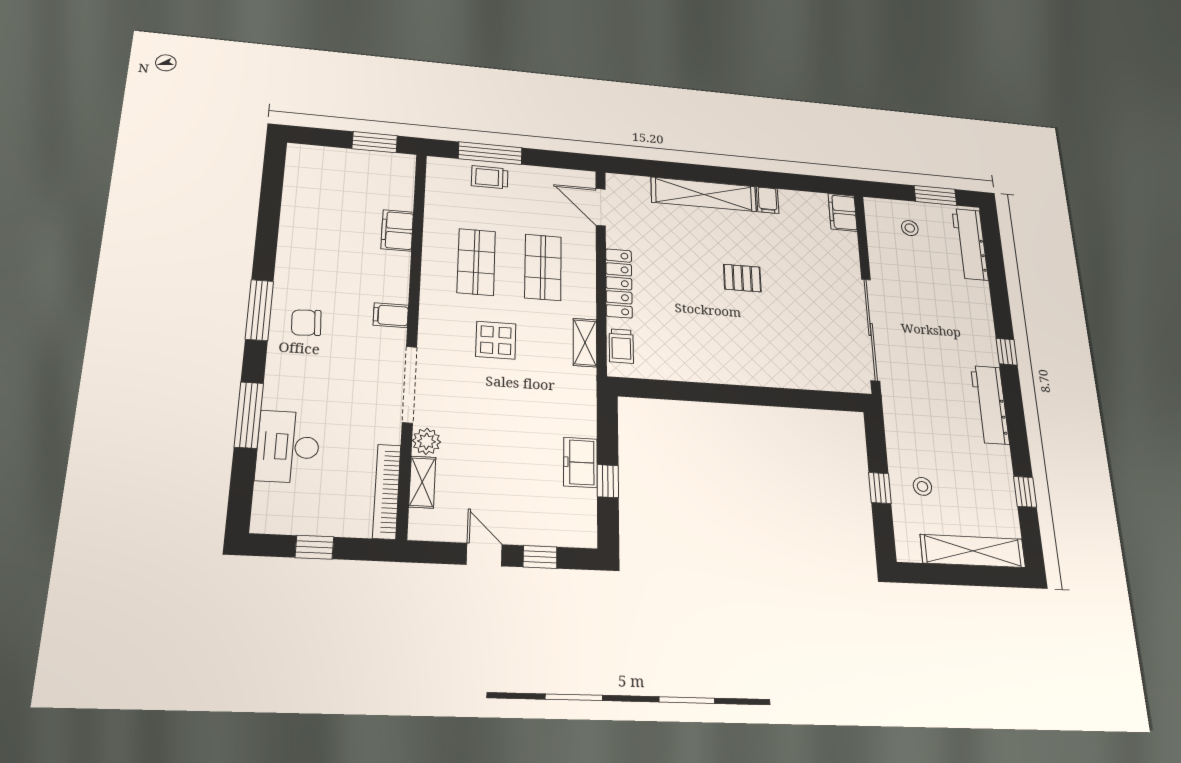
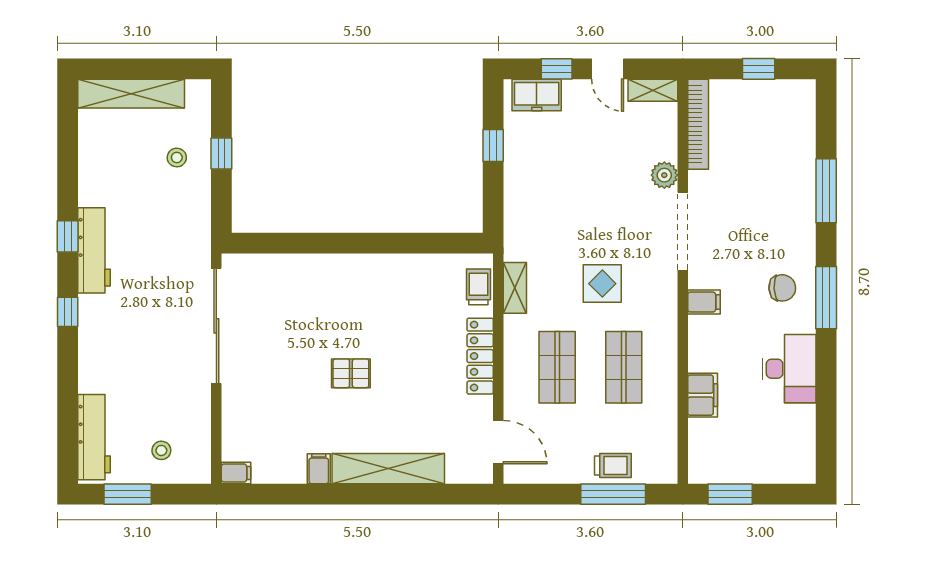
filing cabinet: (843, 212) -> (236, 473), width x0.50
desk: (288, 447) -> (789, 369), moved
freezer: (580, 462) -> (537, 95), moved, turned 90
shelving: (422, 482) -> (653, 90), moved, turned 90
window: (1025, 492) -> (68, 236), moved

